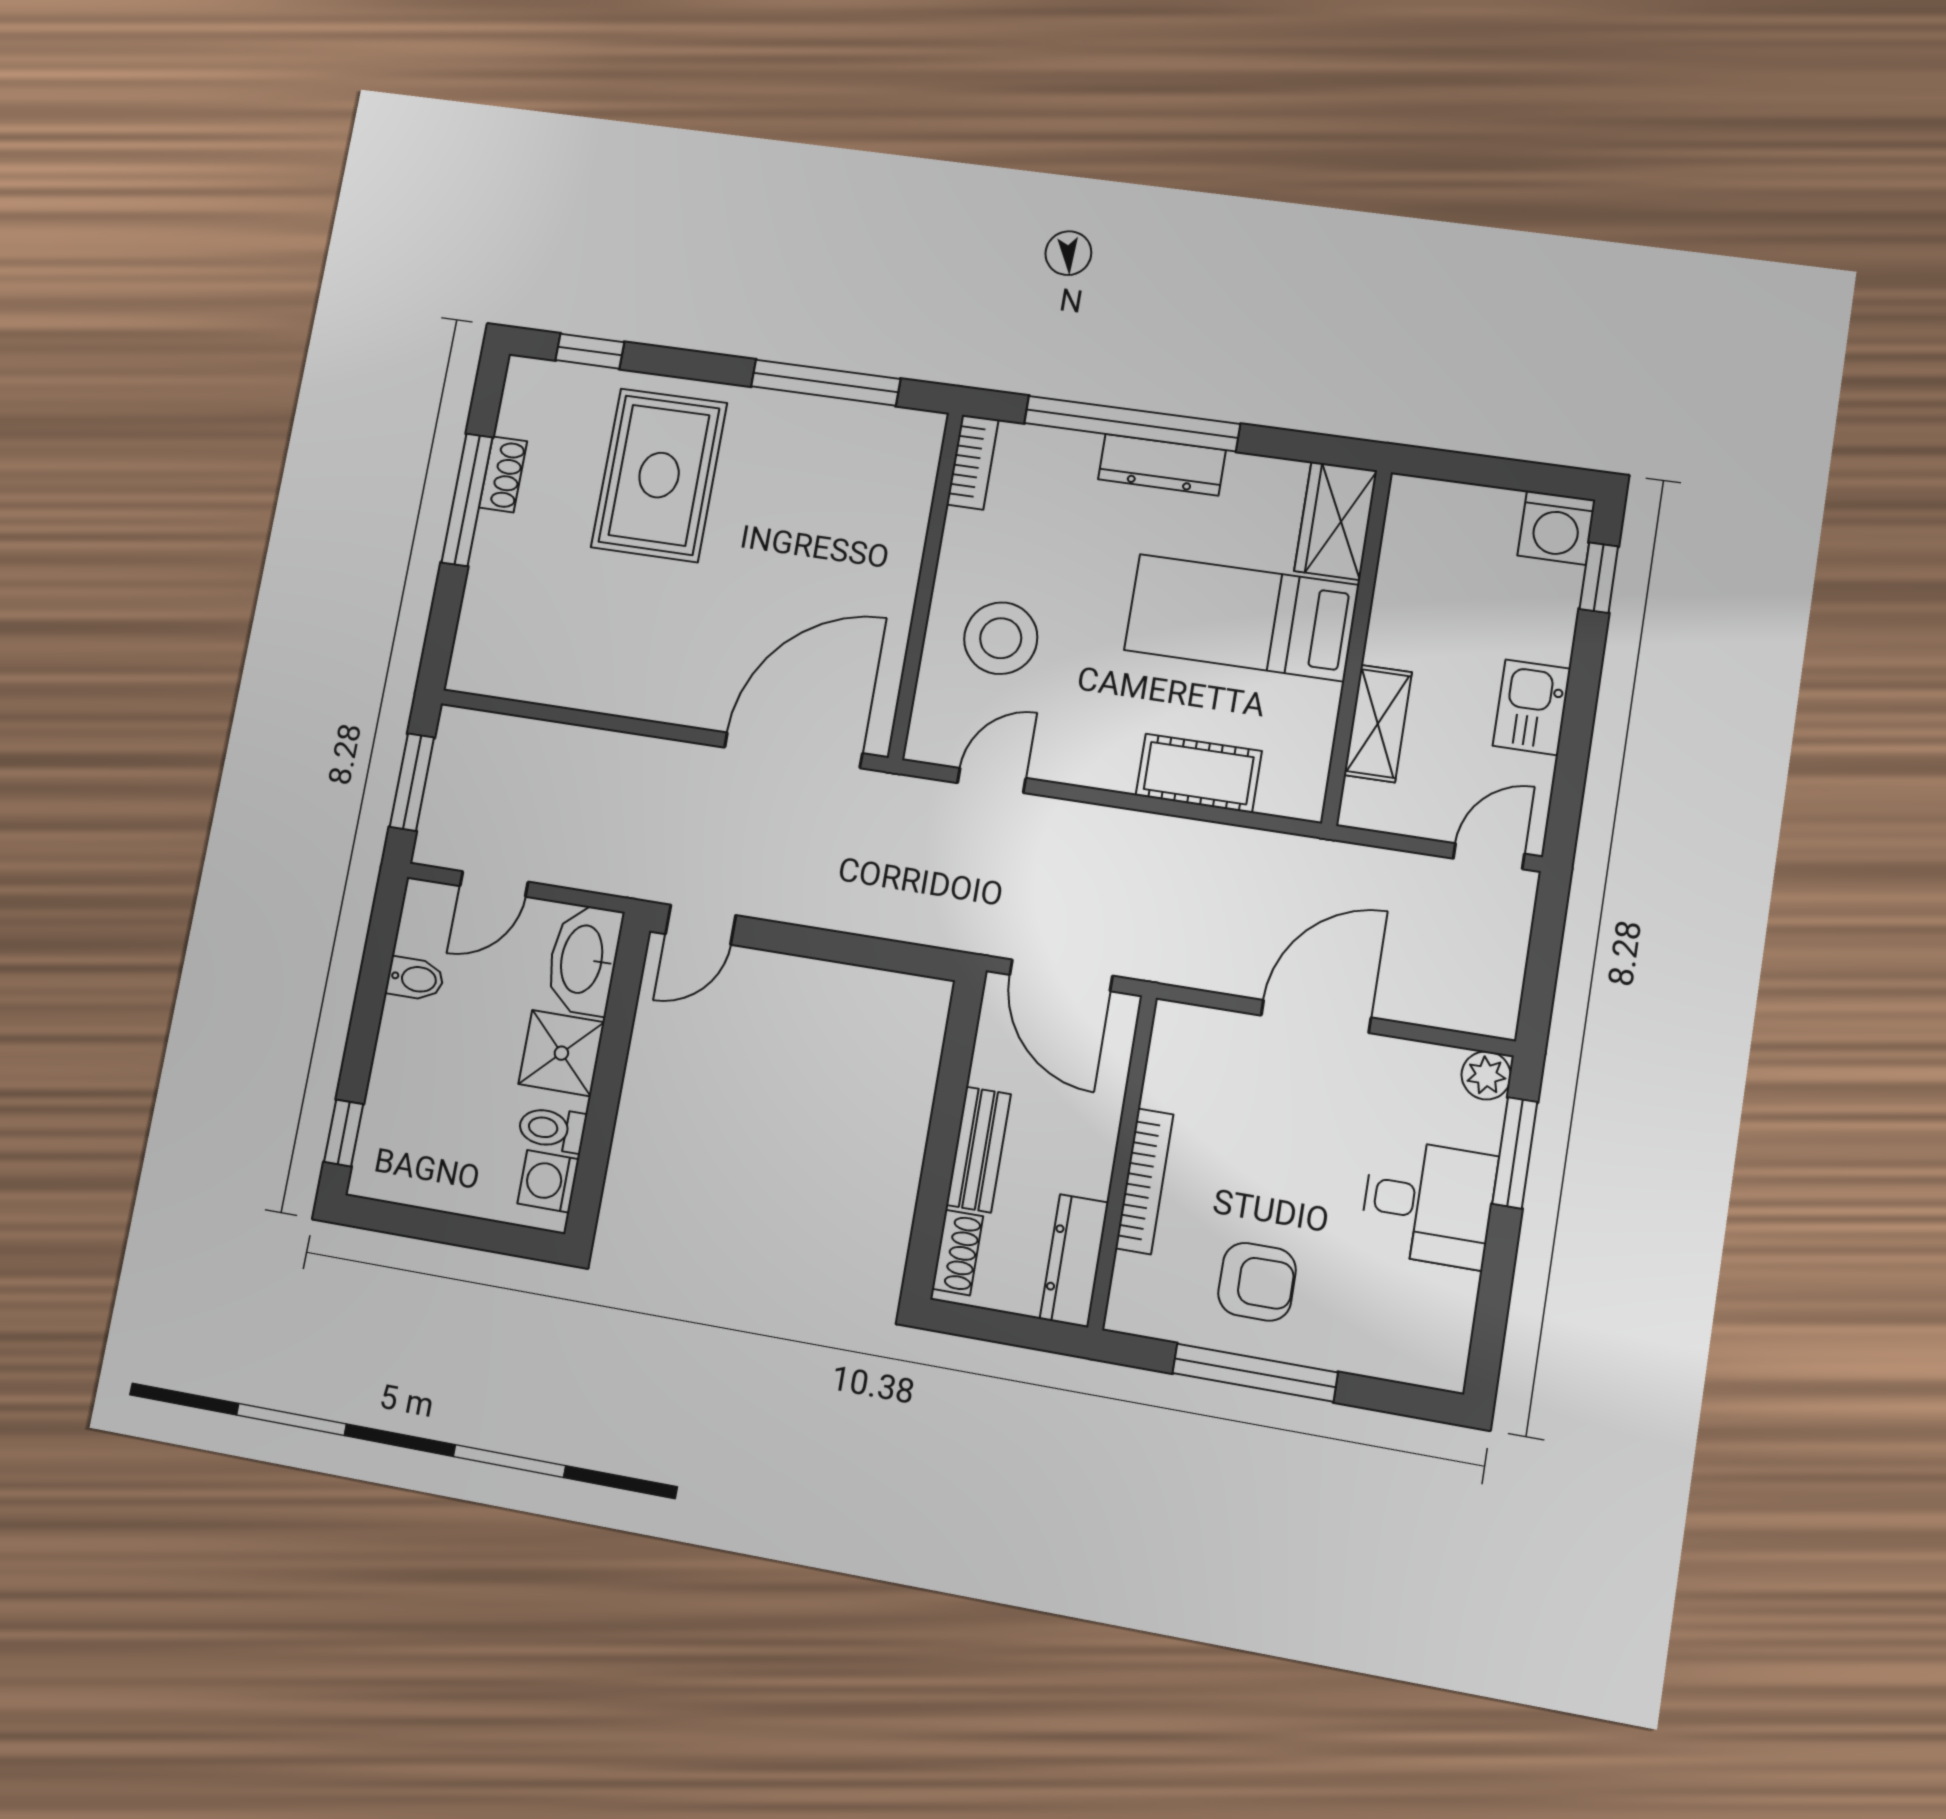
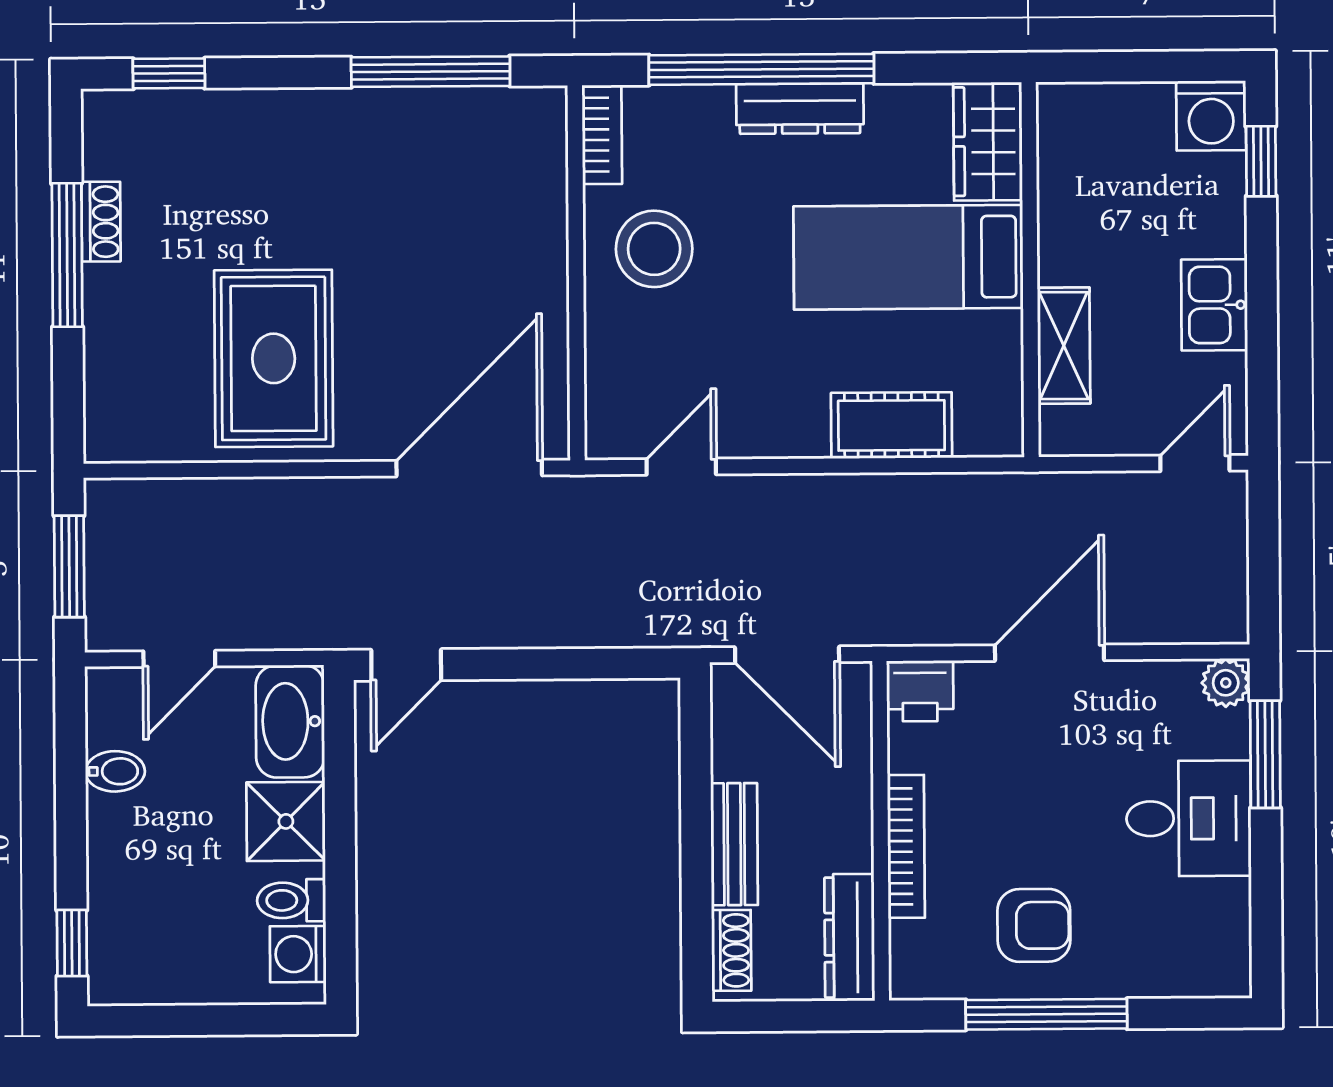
rug: (659, 475) -> (274, 358), moved
stool: (1001, 638) -> (654, 249), moved
printer: (1183, 1032) -> (920, 691), added

